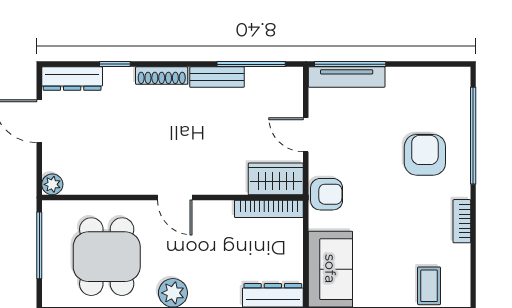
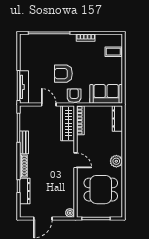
dresser: (72, 79) -> (25, 191), moved
door: (306, 135) -> (49, 104), swing flipped
armchair: (425, 155) -> (63, 74), moved
wardrobe: (276, 179) -> (68, 123), width x1.50
door: (175, 197) -> (76, 160), hinge flipped

